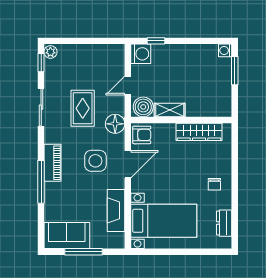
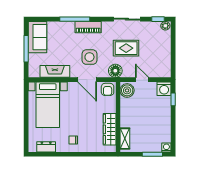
shelving: (170, 110) -> (125, 139), moved

